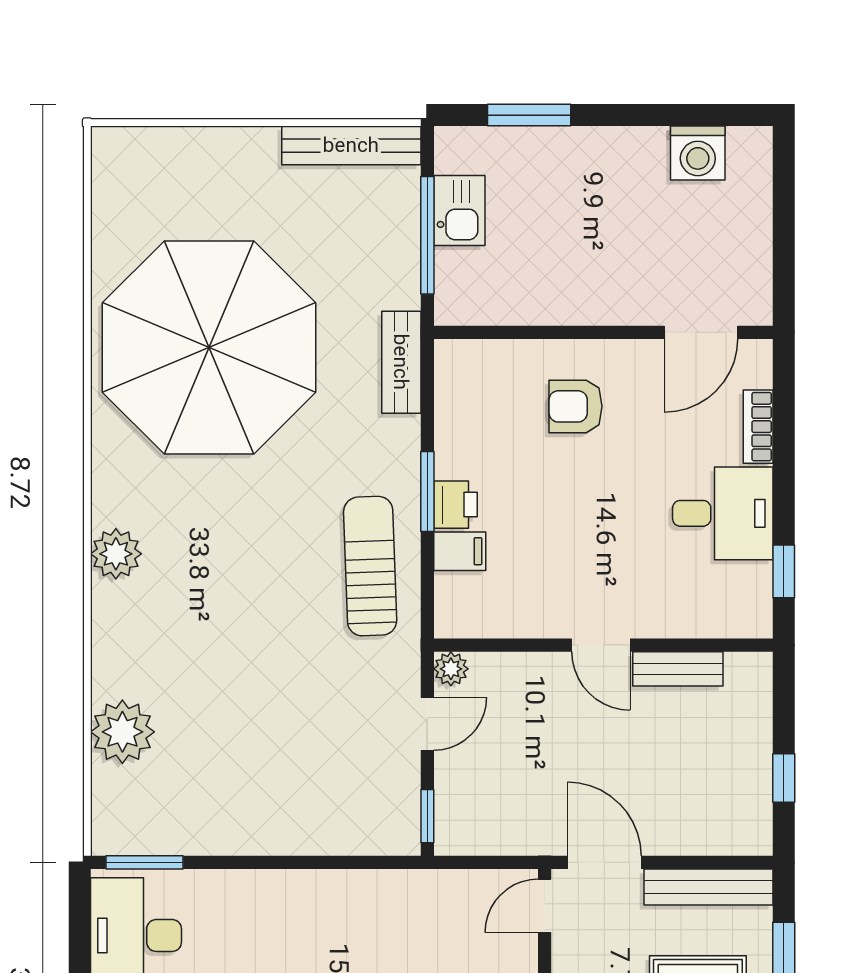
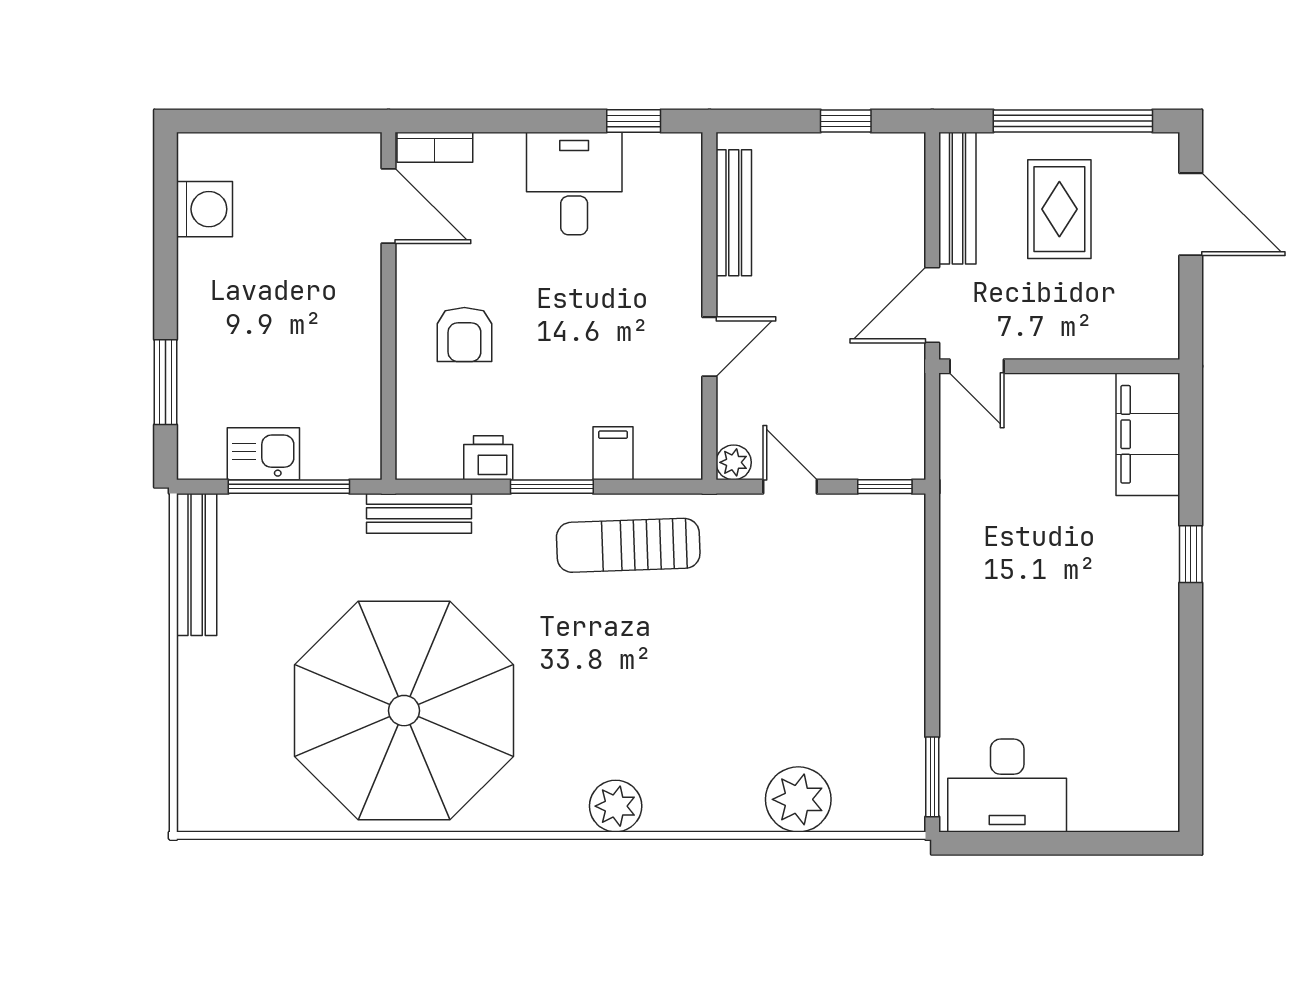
bookcase: (758, 427) -> (435, 147), moved
printer: (455, 505) -> (488, 458), moved
door: (601, 645) -> (709, 347), moved
bench: (678, 669) -> (734, 213), width x1.36

